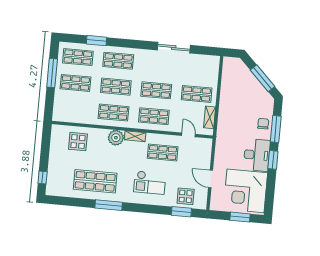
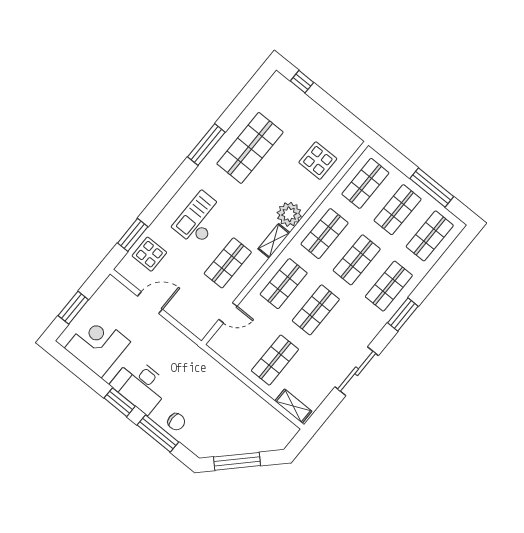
window: (97, 41) -> (403, 314), moved
shop shelf: (73, 109) -> (365, 183), added
shelving: (210, 117) -> (293, 406), moved
corner desk: (246, 191) -> (98, 345), width x0.74, depth x0.74

